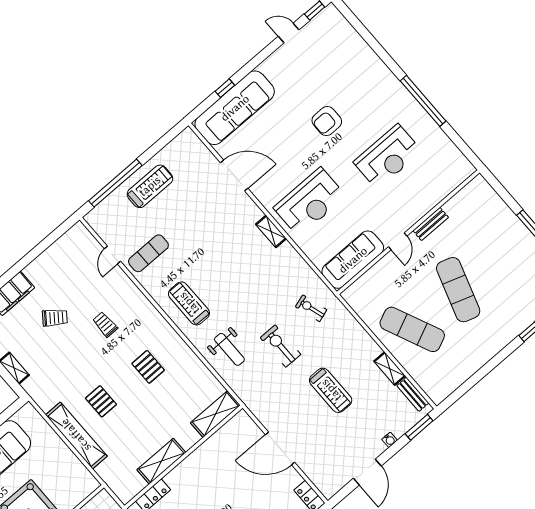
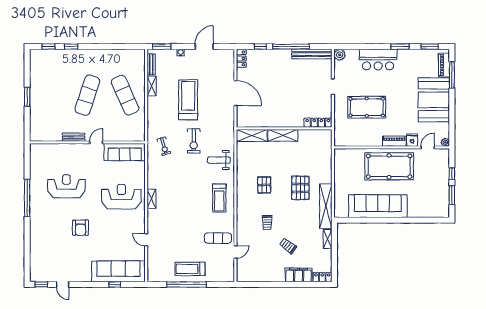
armchair: (327, 121) -> (80, 228), turned 90
door: (234, 176) -> (146, 240), width x0.53
window: (115, 183) -> (186, 284), moved
weight bench: (229, 349) -> (219, 160), turned -90
treadmill: (331, 390) -> (188, 100), width x1.37, depth x1.38
pallet: (101, 401) -> (300, 188), width x1.50, depth x1.42
shelving: (76, 435) -> (326, 206), moved
shelving: (161, 461) -> (283, 135), moved

